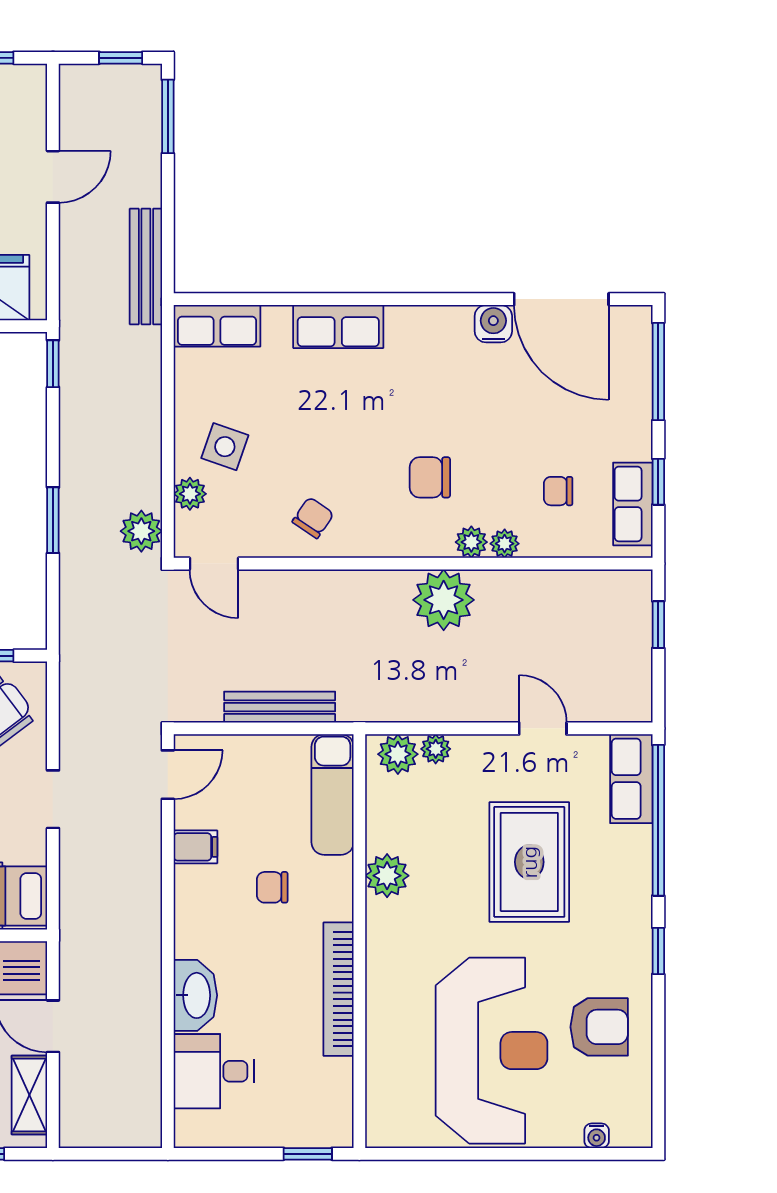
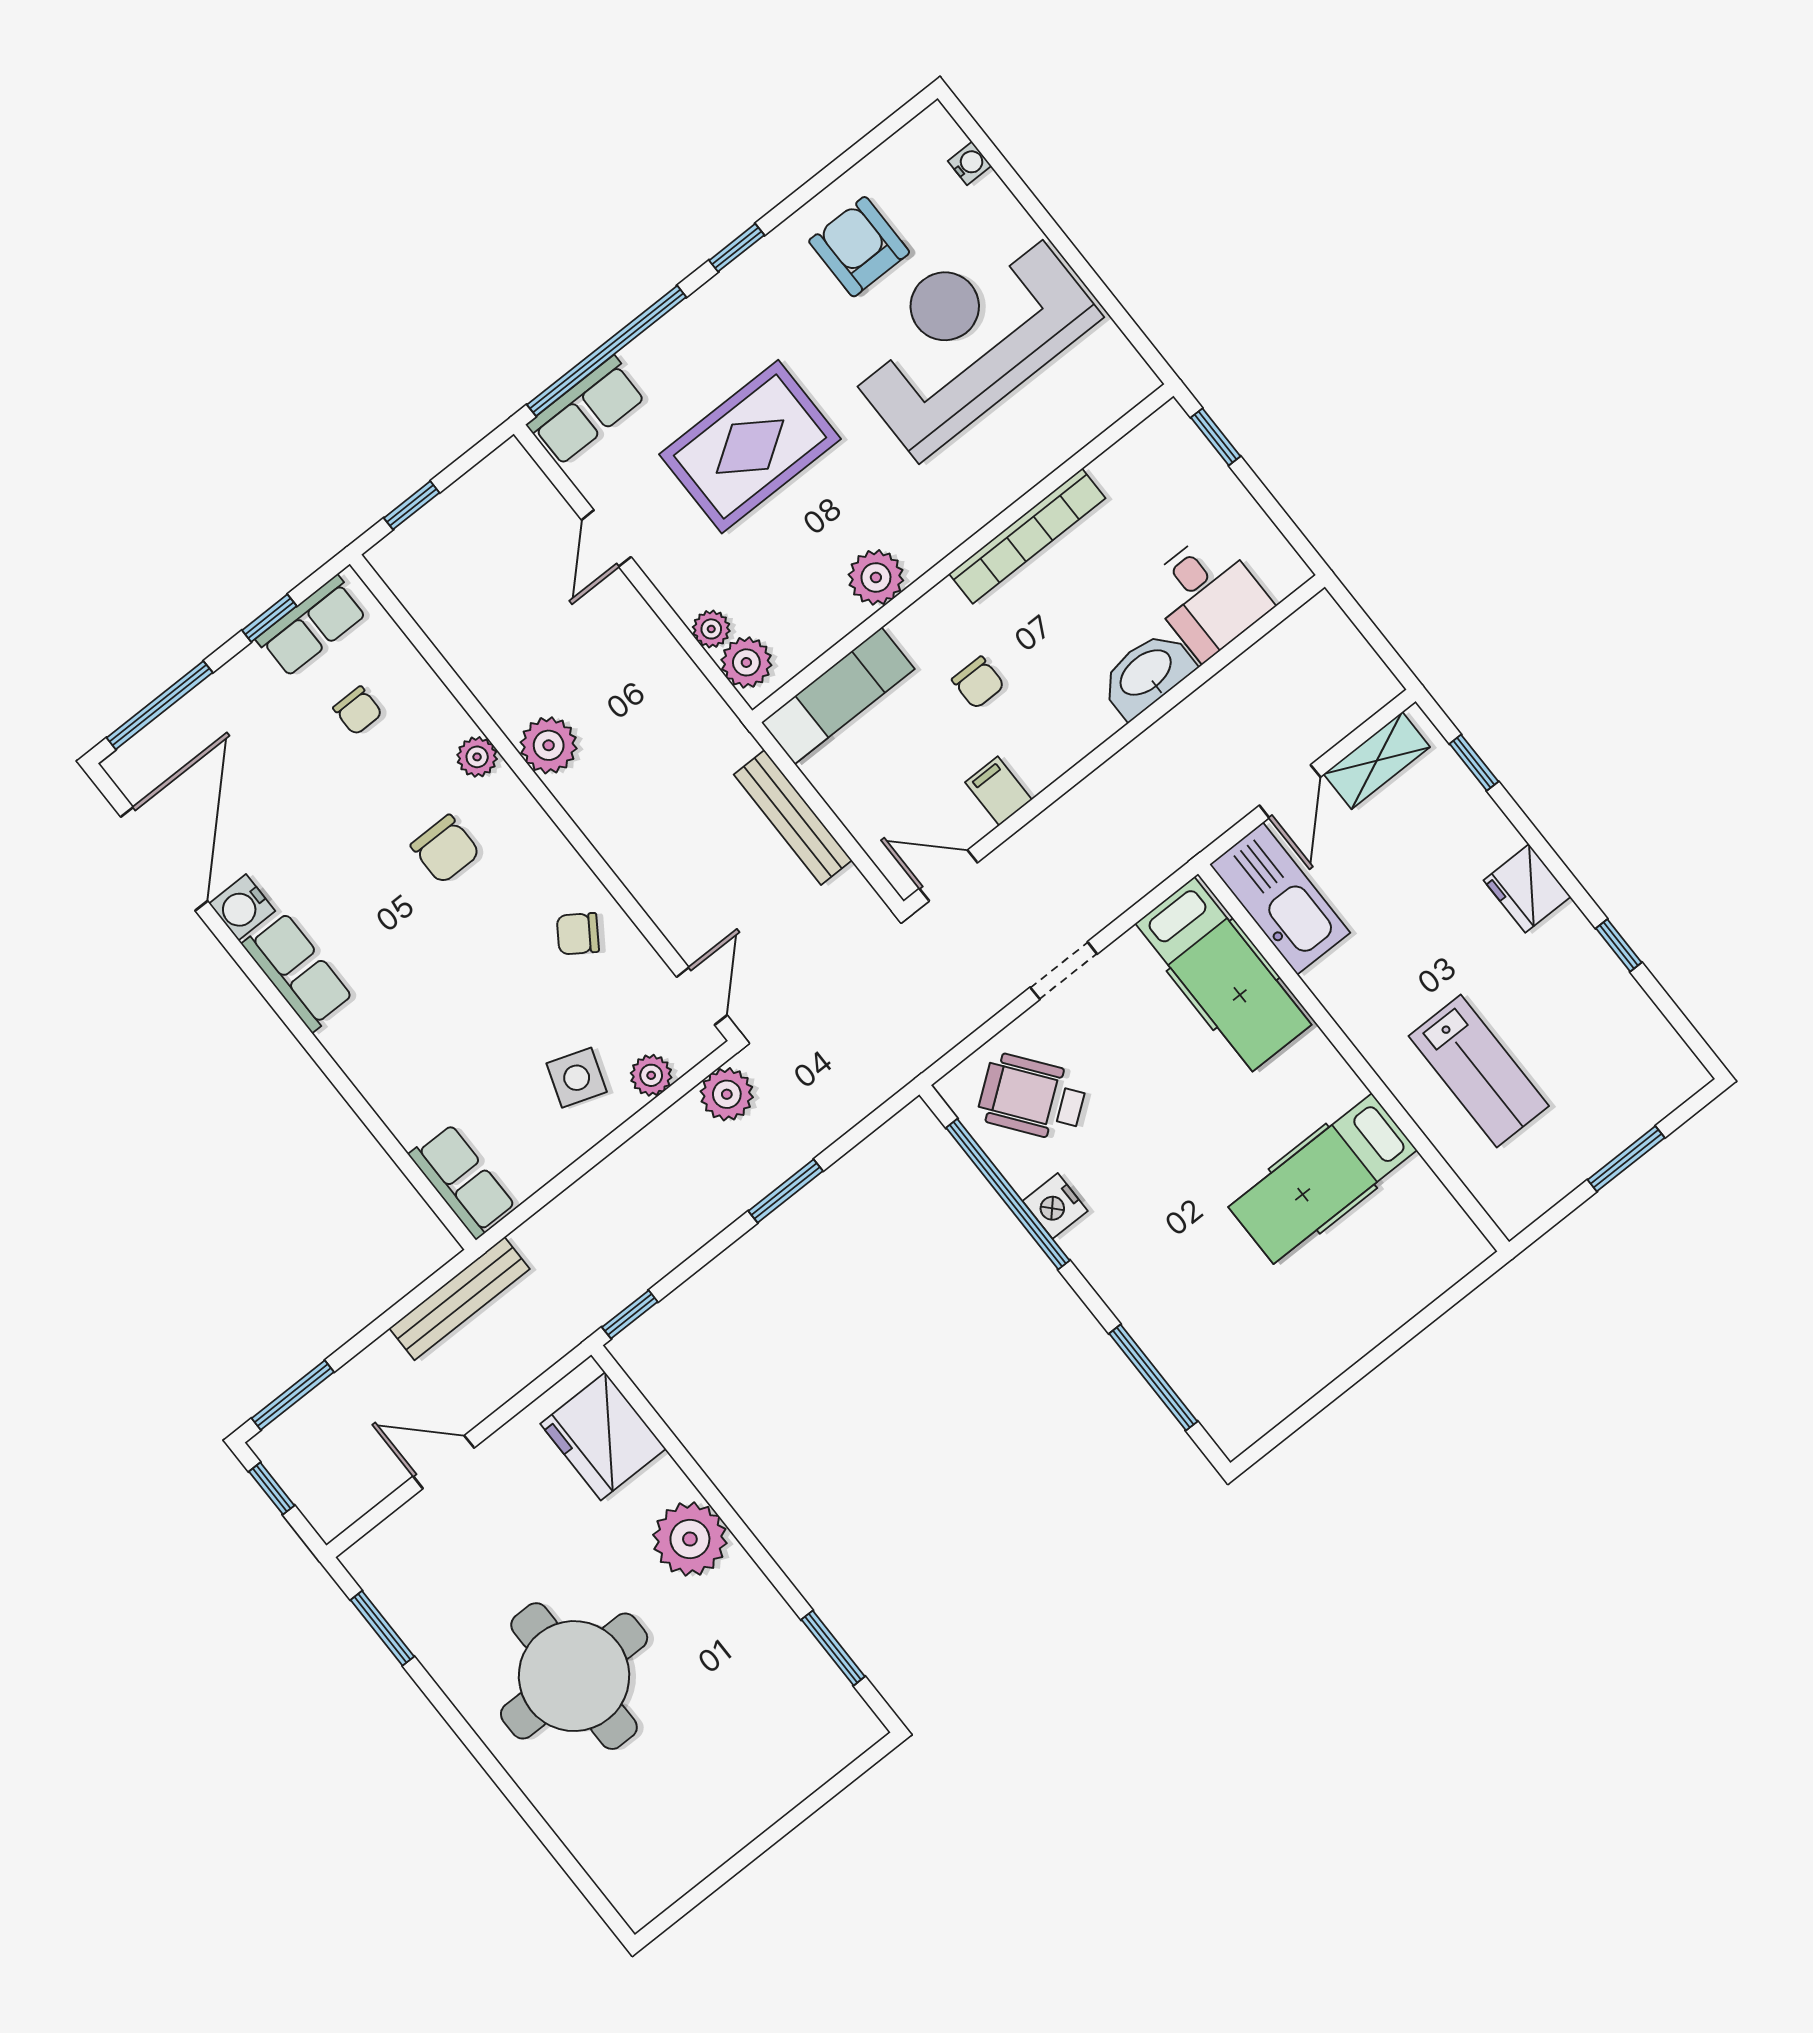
row of seats: (338, 327) -> (298, 972), moved
plant: (505, 544) -> (452, 723), removed
plant: (444, 600) -> (549, 745), width x0.73, depth x0.73

